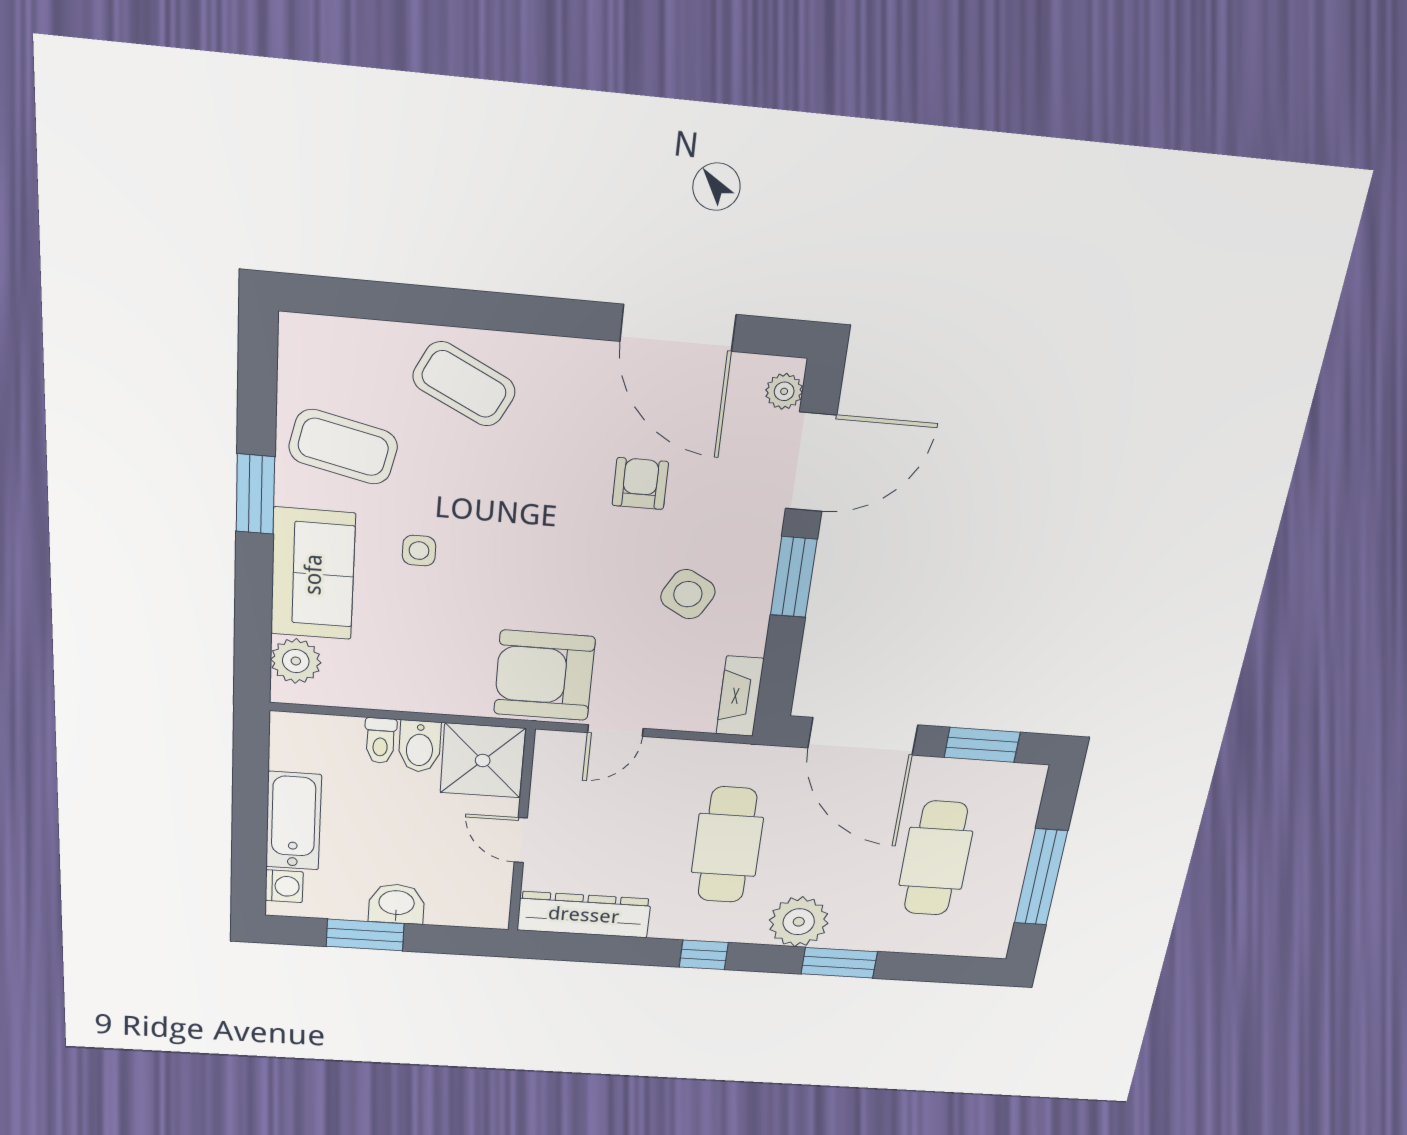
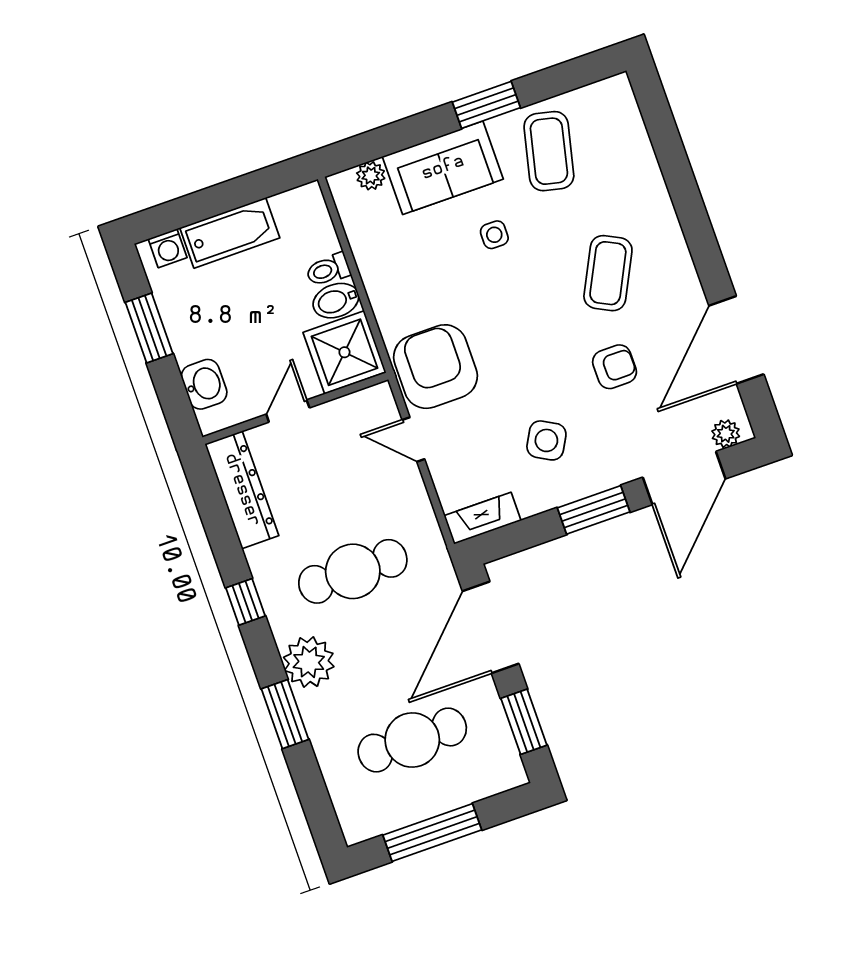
coffee table: (464, 384) -> (608, 273), moved
door: (811, 462) -> (684, 478), hinge flipped
plant: (296, 661) -> (371, 176), width x0.73, depth x0.73
washbasin: (396, 904) -> (204, 384), moved

